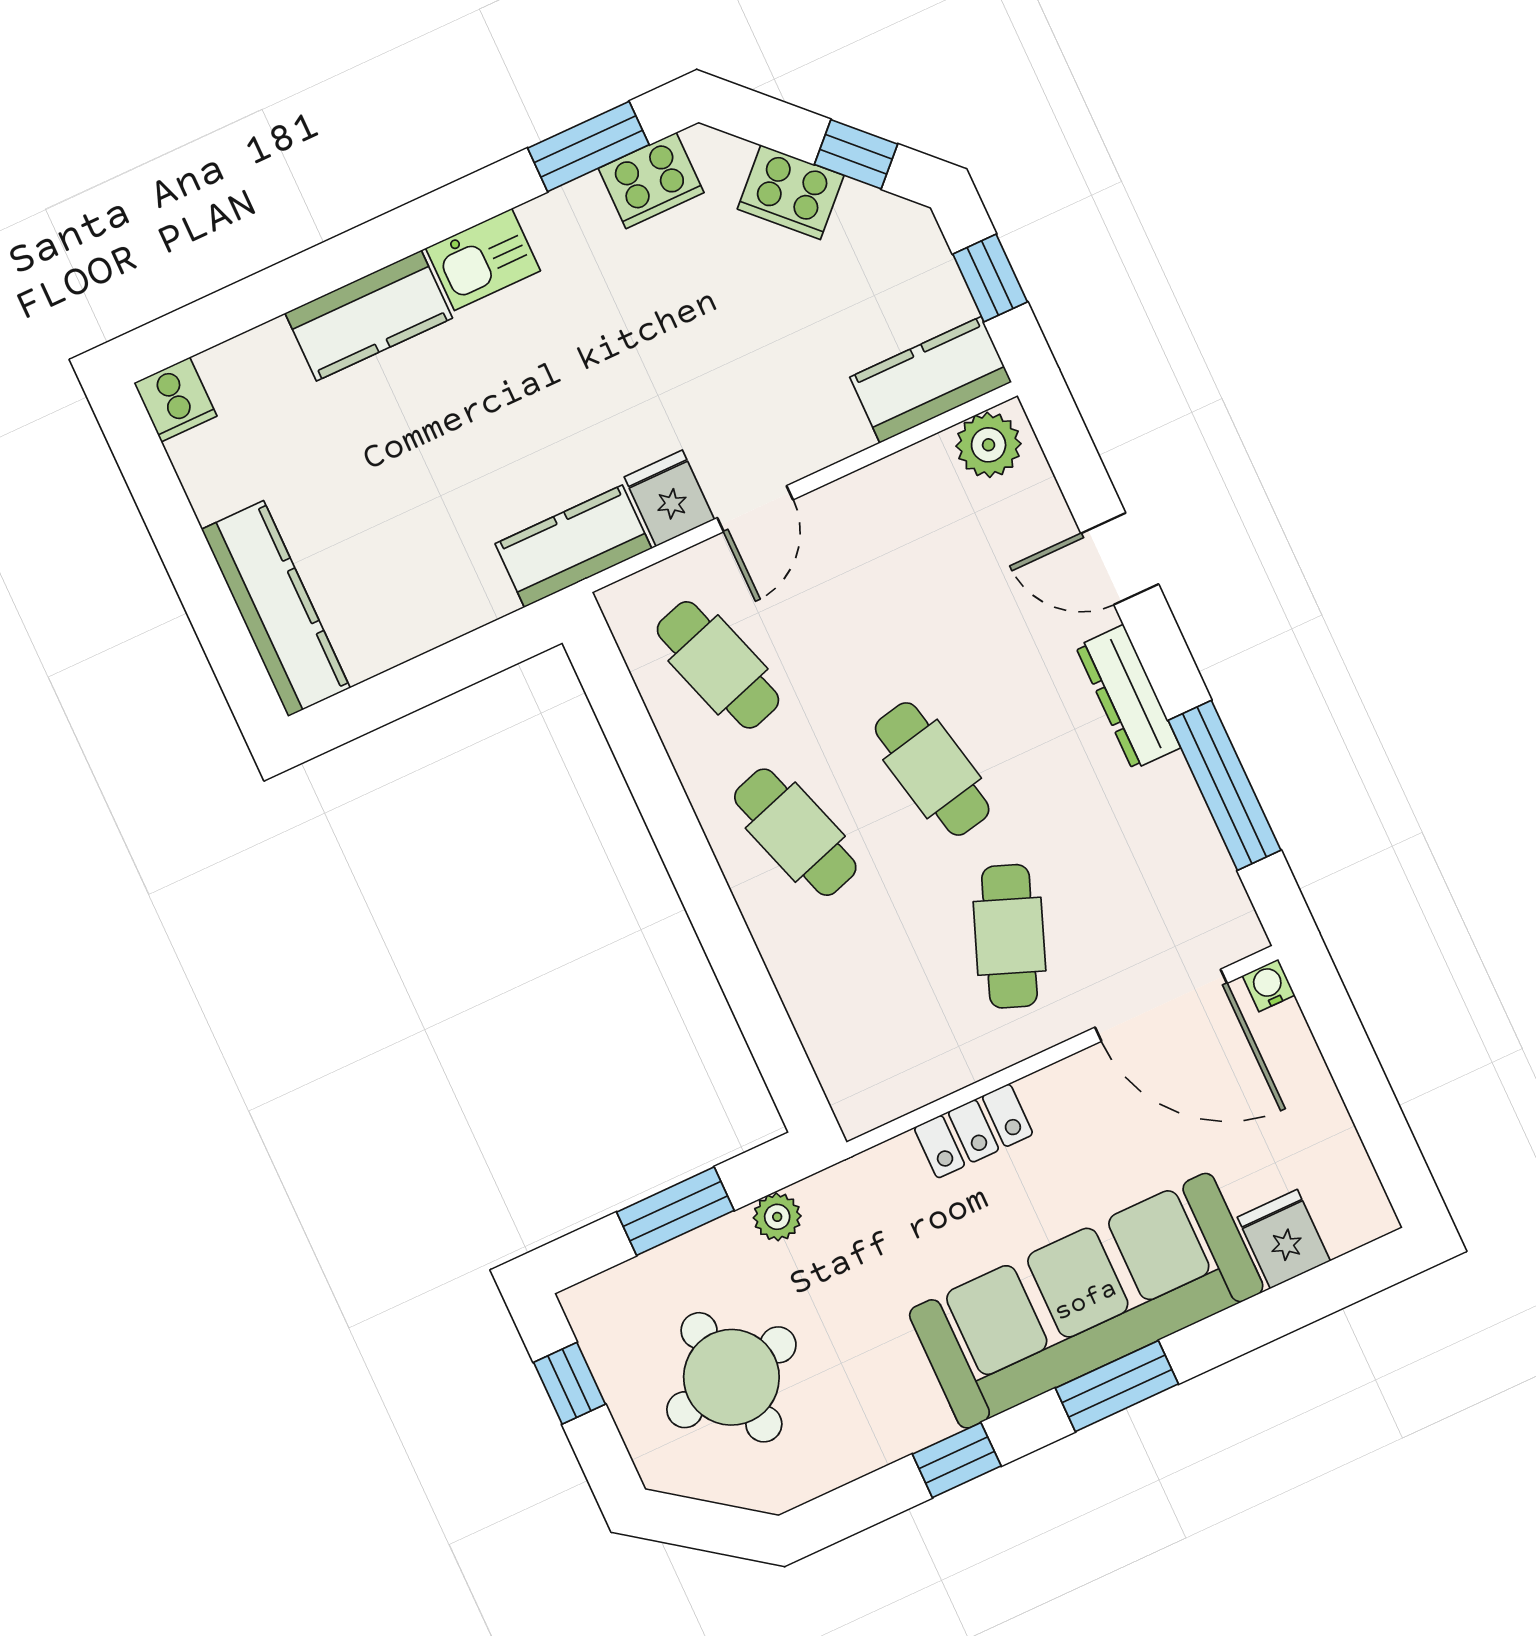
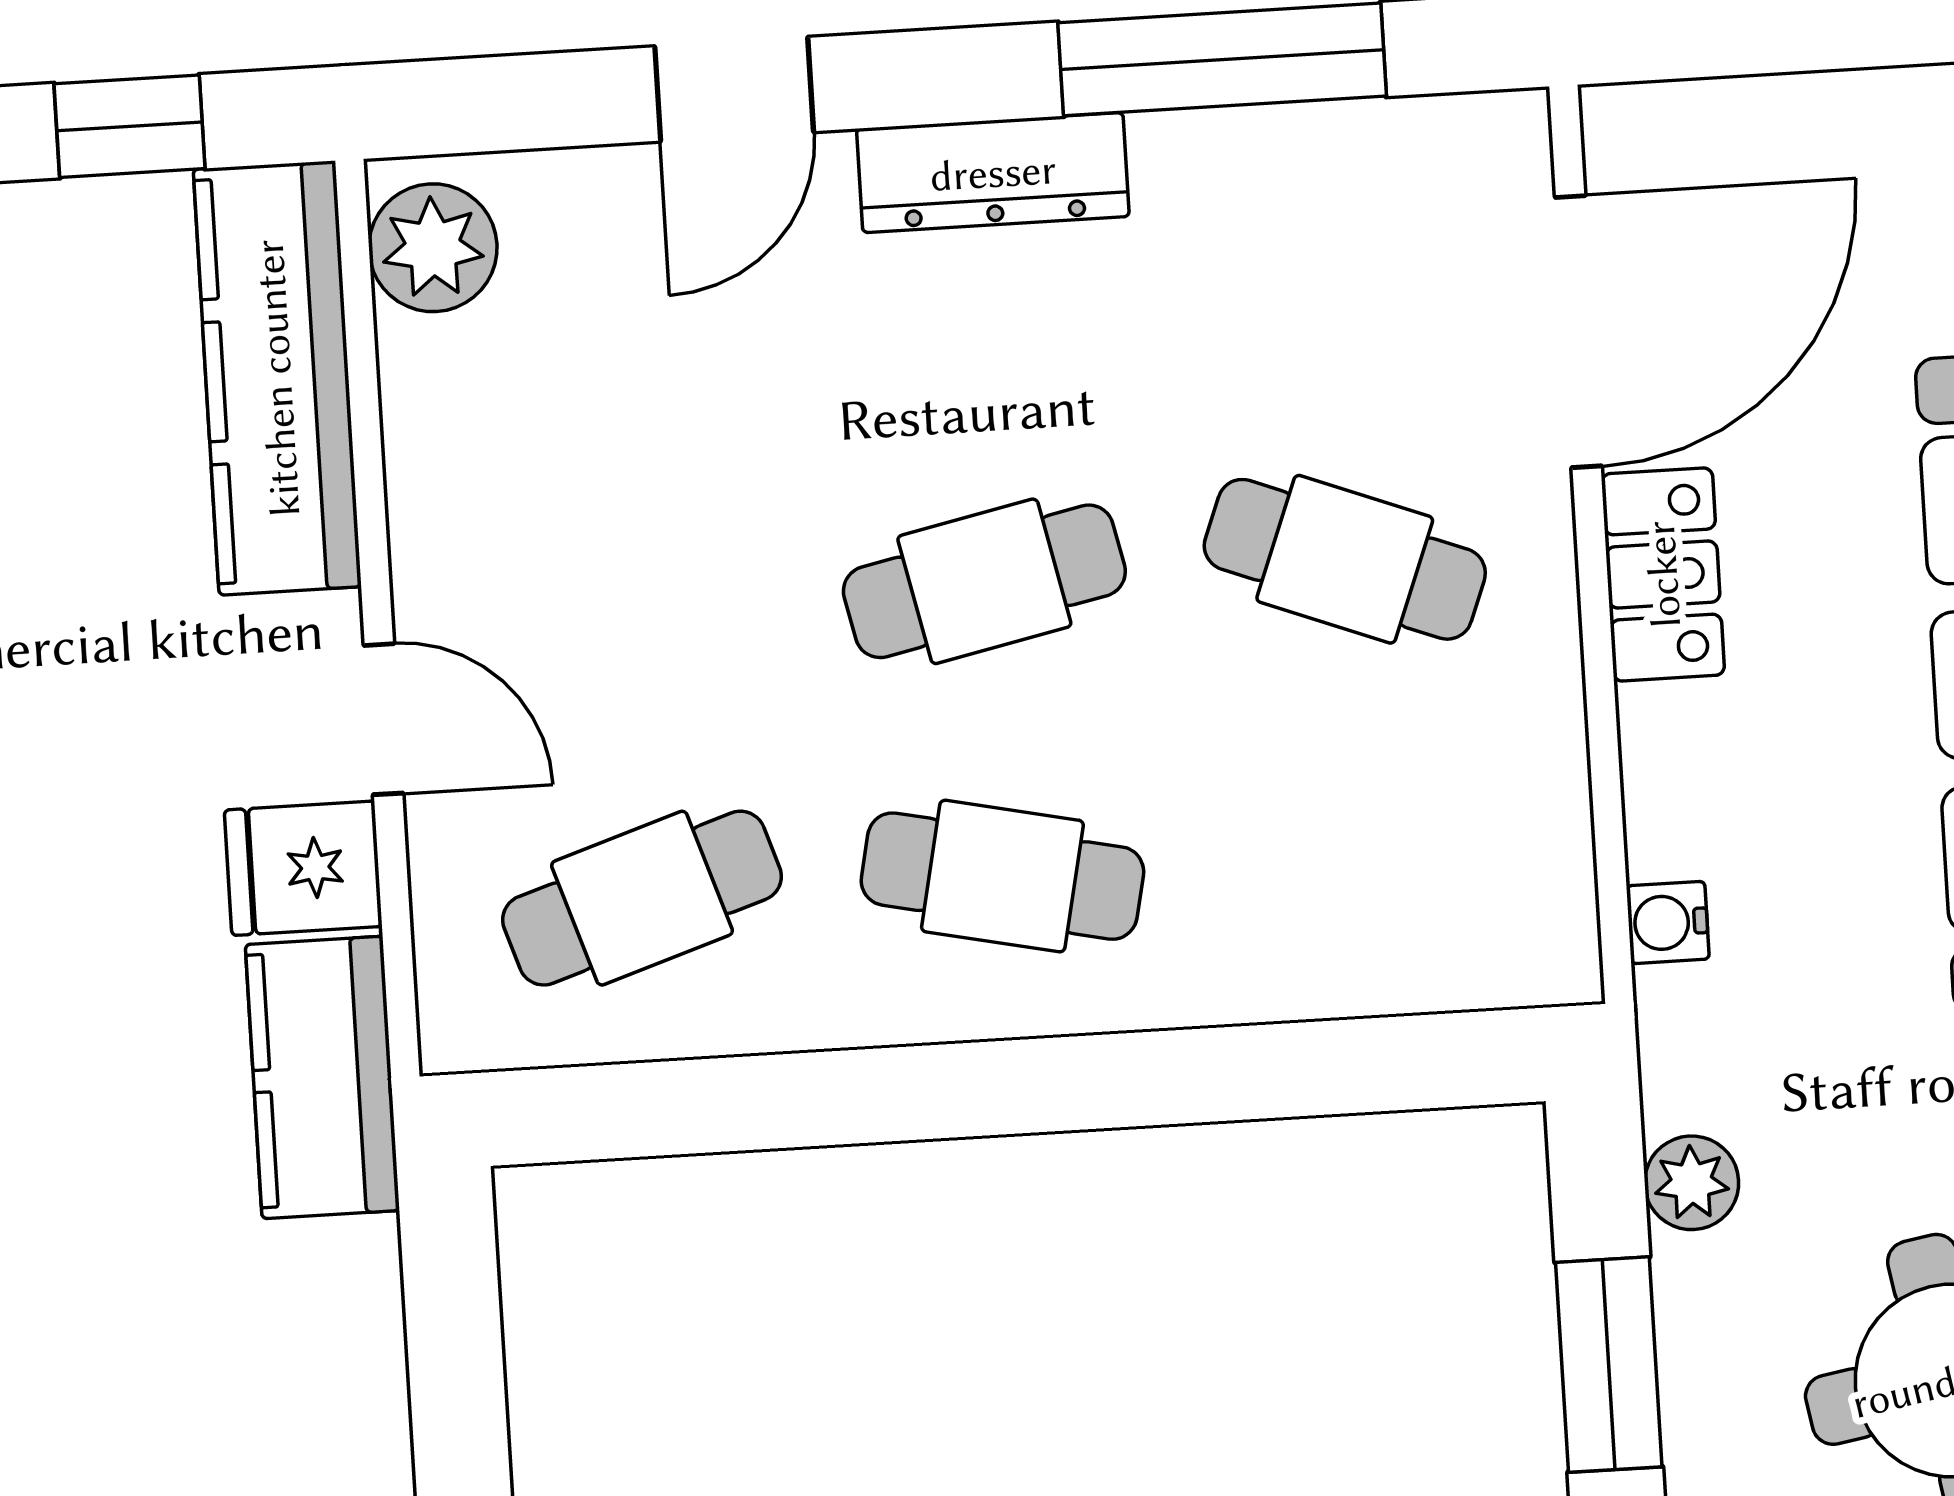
kitchen counter: (931, 380) -> (277, 378), width x1.50
cafe table: (795, 832) -> (1002, 876), turned 30
water cooler: (1269, 985) -> (1668, 922), moved
locker: (974, 1131) -> (1663, 574), moved

